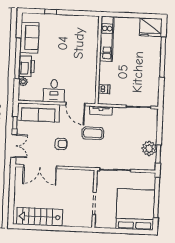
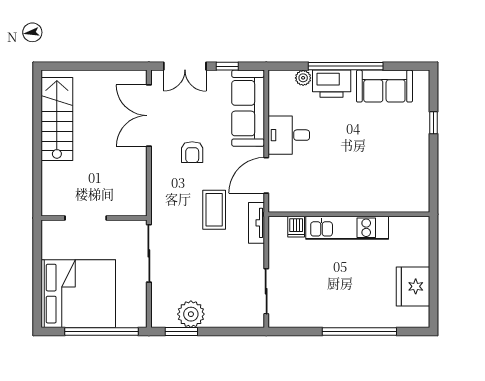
fridge: (150, 27) -> (413, 286), moved
kitchen unit: (107, 39) -> (347, 228), moved

